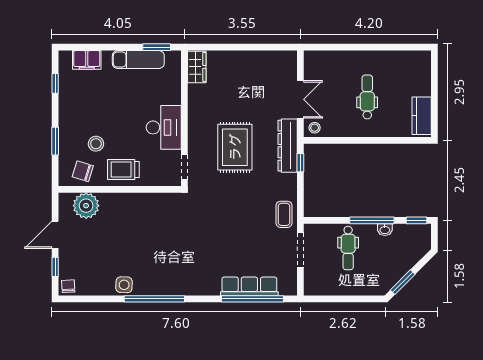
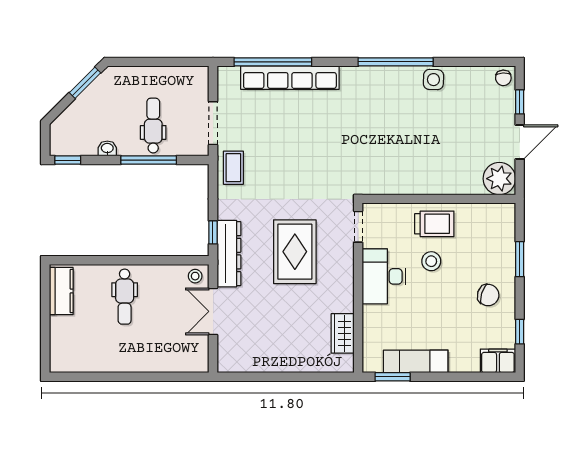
filing cabinet: (87, 60) -> (498, 361), moved
wardrobe: (197, 67) -> (343, 333), moved
dental chair: (367, 97) -> (125, 297), moved
stool: (96, 144) -> (431, 261), moved
chair: (83, 171) -> (488, 295), moved
plant: (86, 206) -> (499, 179), moved
window: (372, 220) -> (149, 160), moved
row of seats: (249, 286) -> (290, 78), width x1.36

